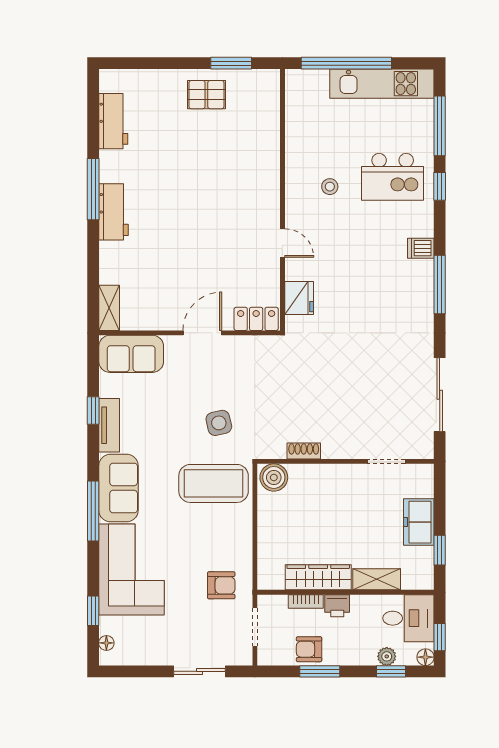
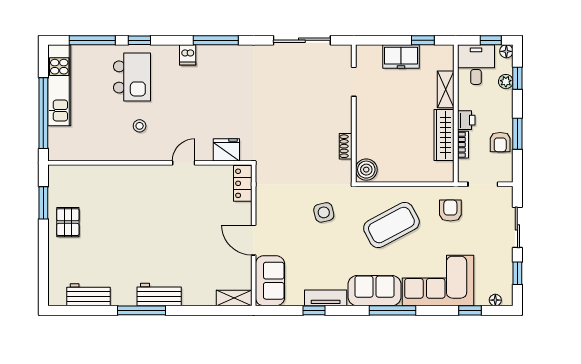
door: (202, 333) -> (254, 240), moved
coffee table: (214, 483) -> (391, 225), moved, turned 62
window: (141, 671) -> (517, 273), added

